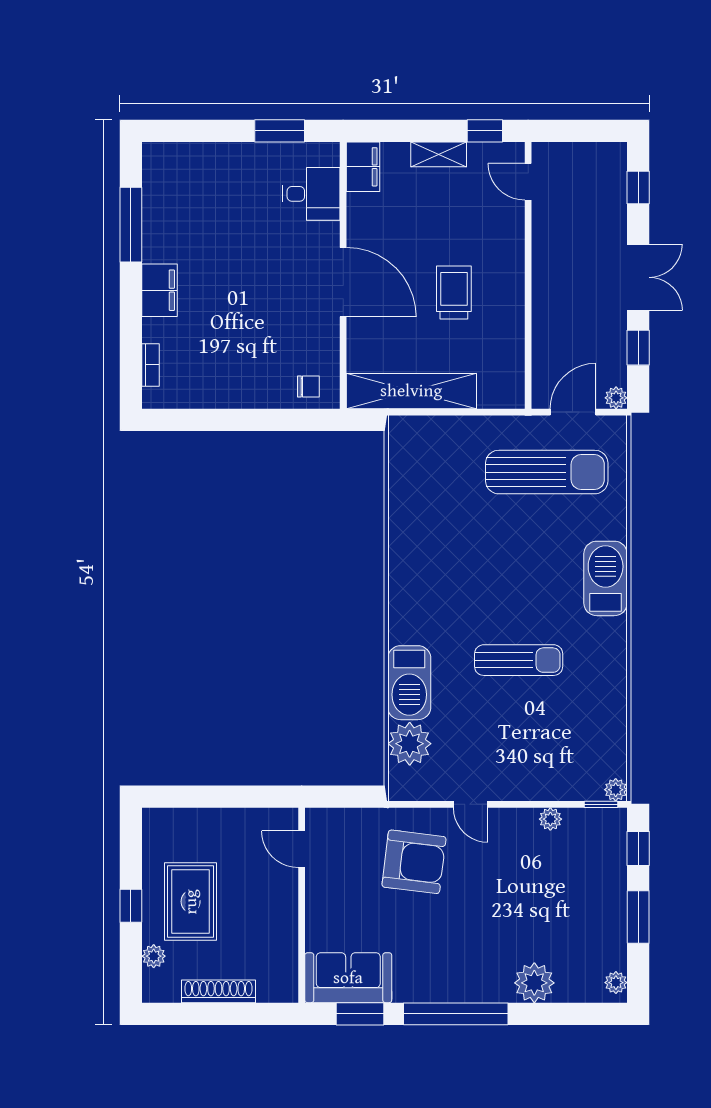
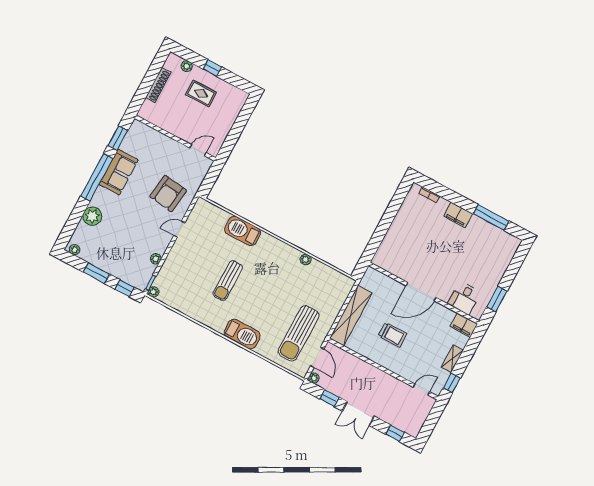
chair: (308, 386) -> (386, 255), removed
shelving: (411, 391) -> (351, 316), moved
plant: (410, 744) -> (306, 260), moved, width x0.53, depth x0.53
rug: (191, 902) -> (201, 93), width x0.73, depth x0.70
sofa: (348, 978) -> (119, 172), moved

